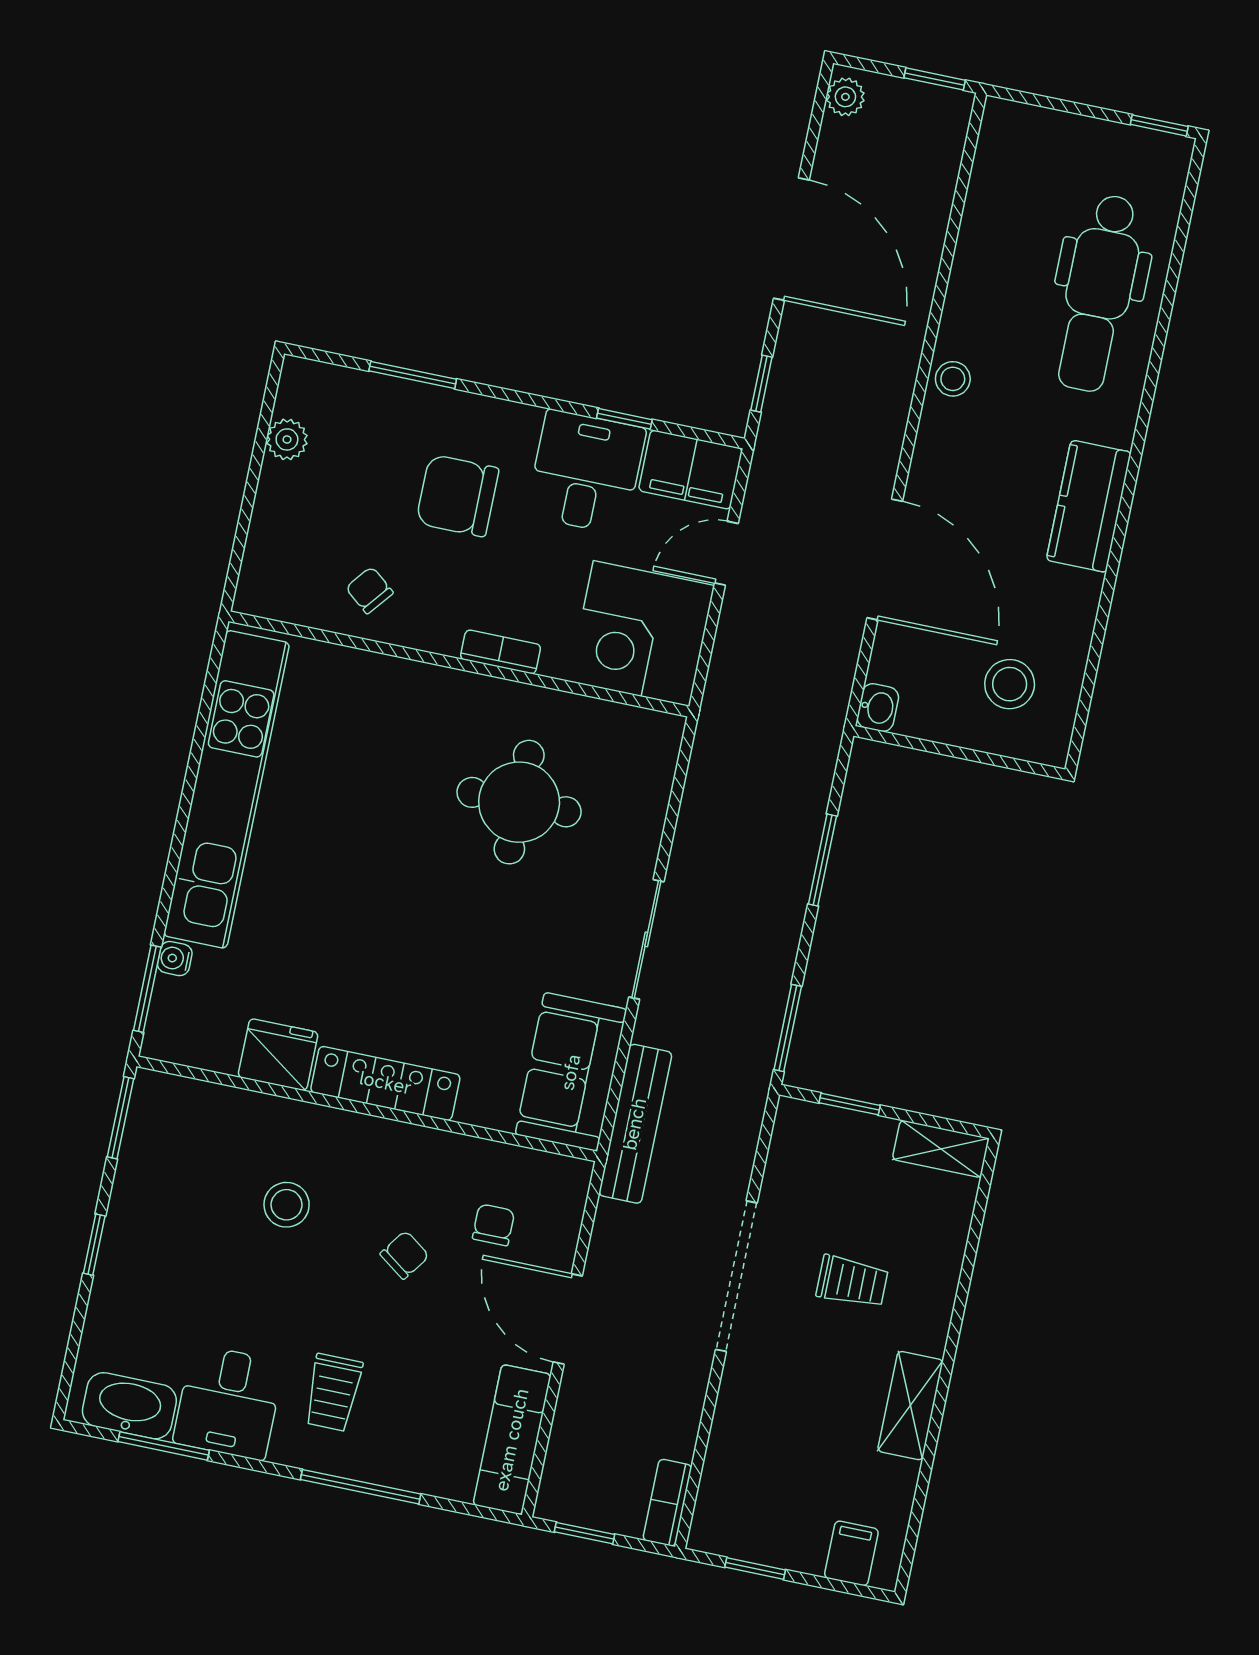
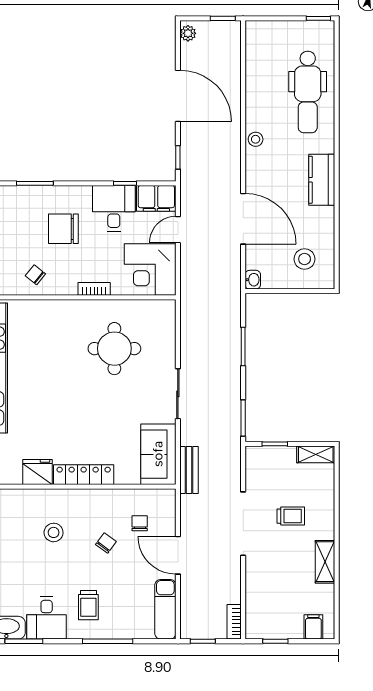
bench: (635, 1124) -> (189, 470), width x0.73

